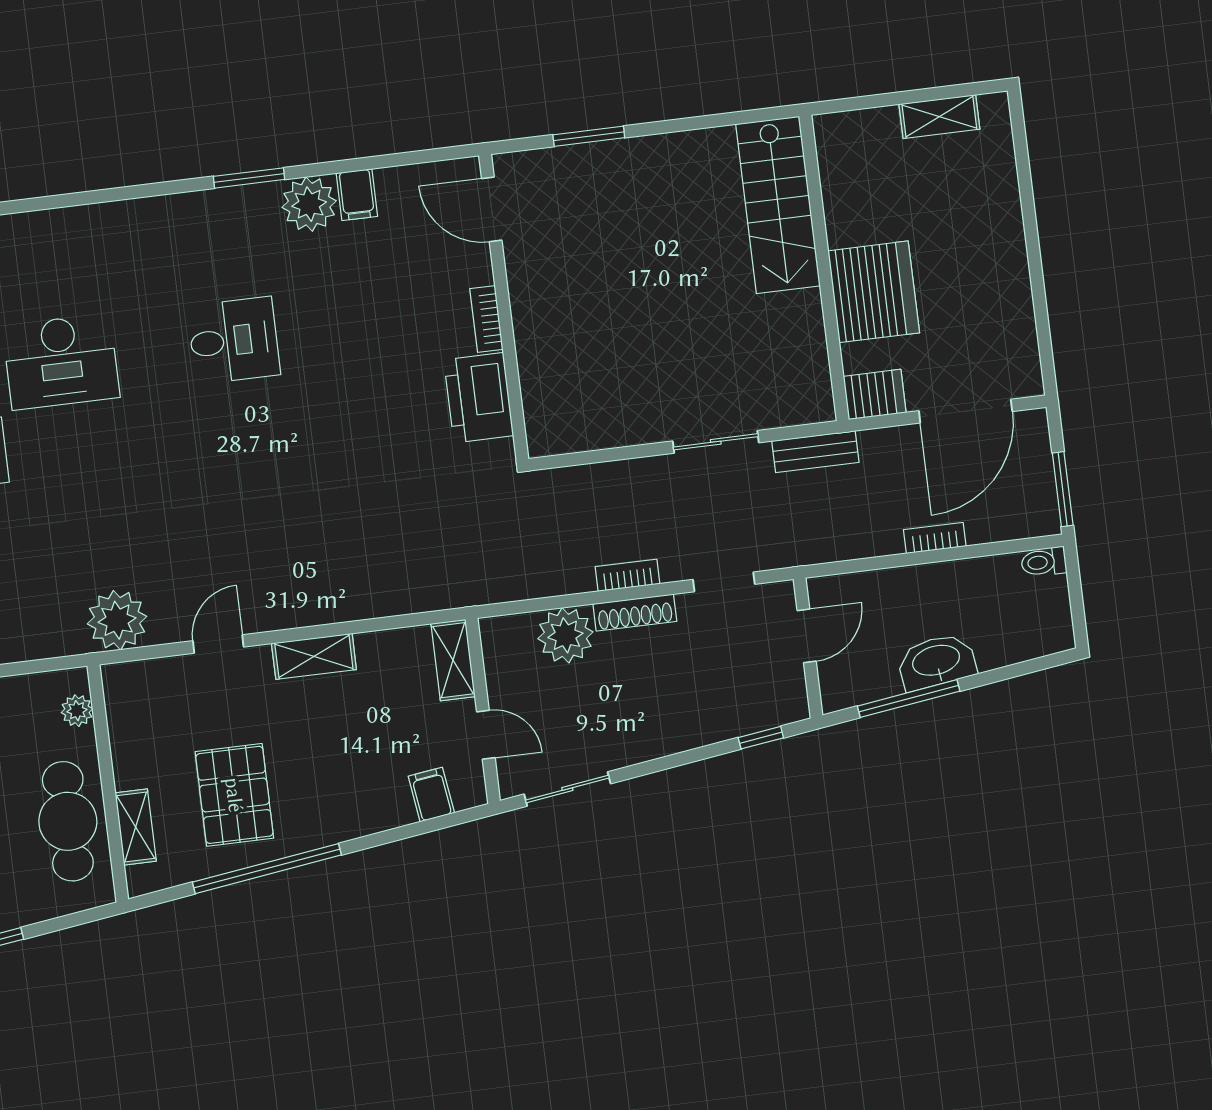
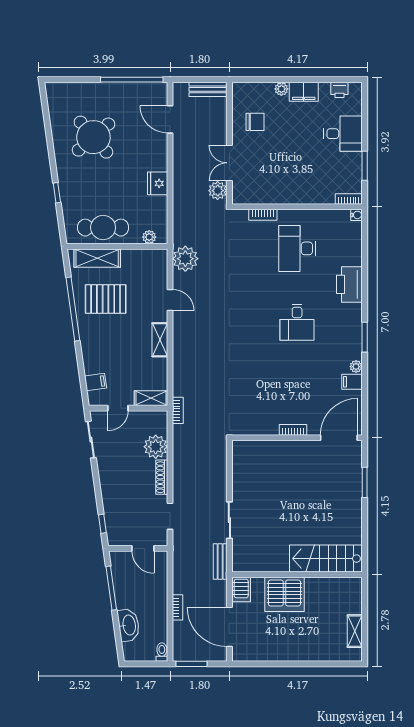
plant: (309, 204) -> (356, 367), width x0.53, depth x0.53
door: (492, 209) -> (339, 438), width x1.36
printer: (479, 398) -> (349, 284), moved, turned -90
bookcase: (627, 575) -> (178, 410), moved
washbasin: (936, 662) -> (129, 625), moved
shelving: (136, 827) -> (97, 258), width x1.50, depth x1.33

